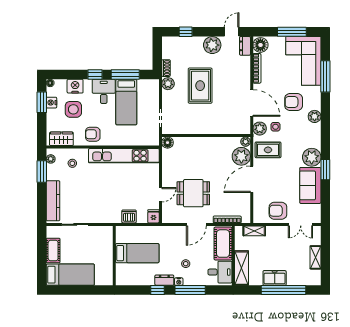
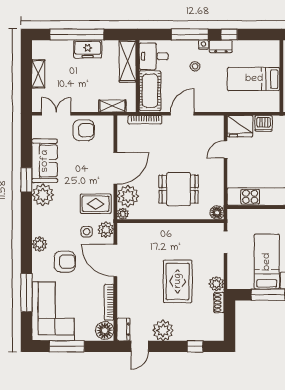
dining table: (193, 193) -> (179, 189), moved
fridge: (153, 216) -> (240, 126), width x1.88, depth x1.34

